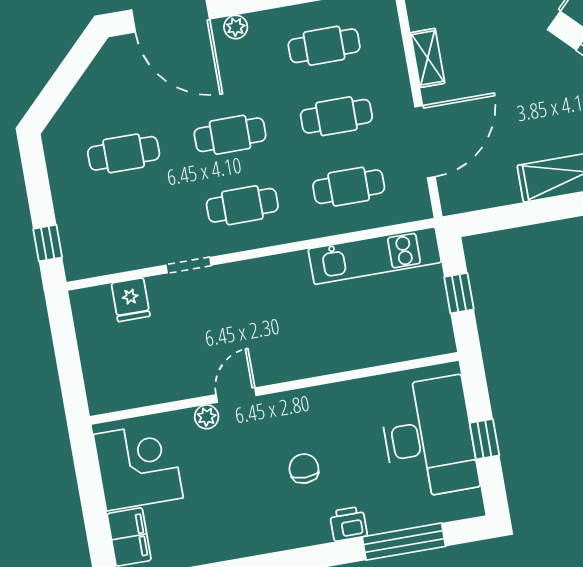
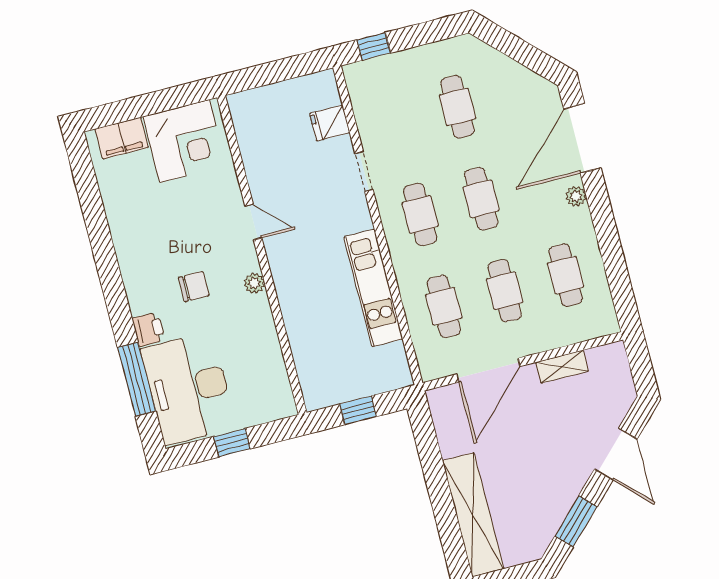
door: (425, 142) -> (488, 370), hinge flipped
kitchen unit: (375, 256) -> (373, 288), moved
plant: (207, 417) -> (254, 283), moved
desk: (429, 438) -> (188, 388), moved, turned 90

